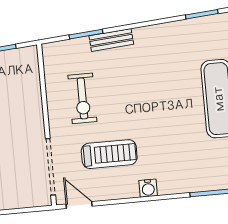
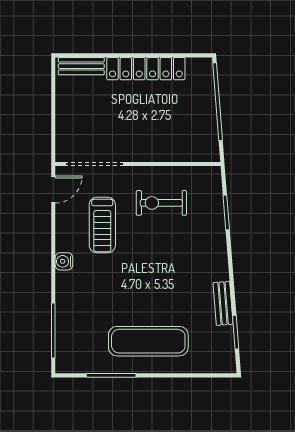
bench: (111, 40) -> (223, 303), moved

